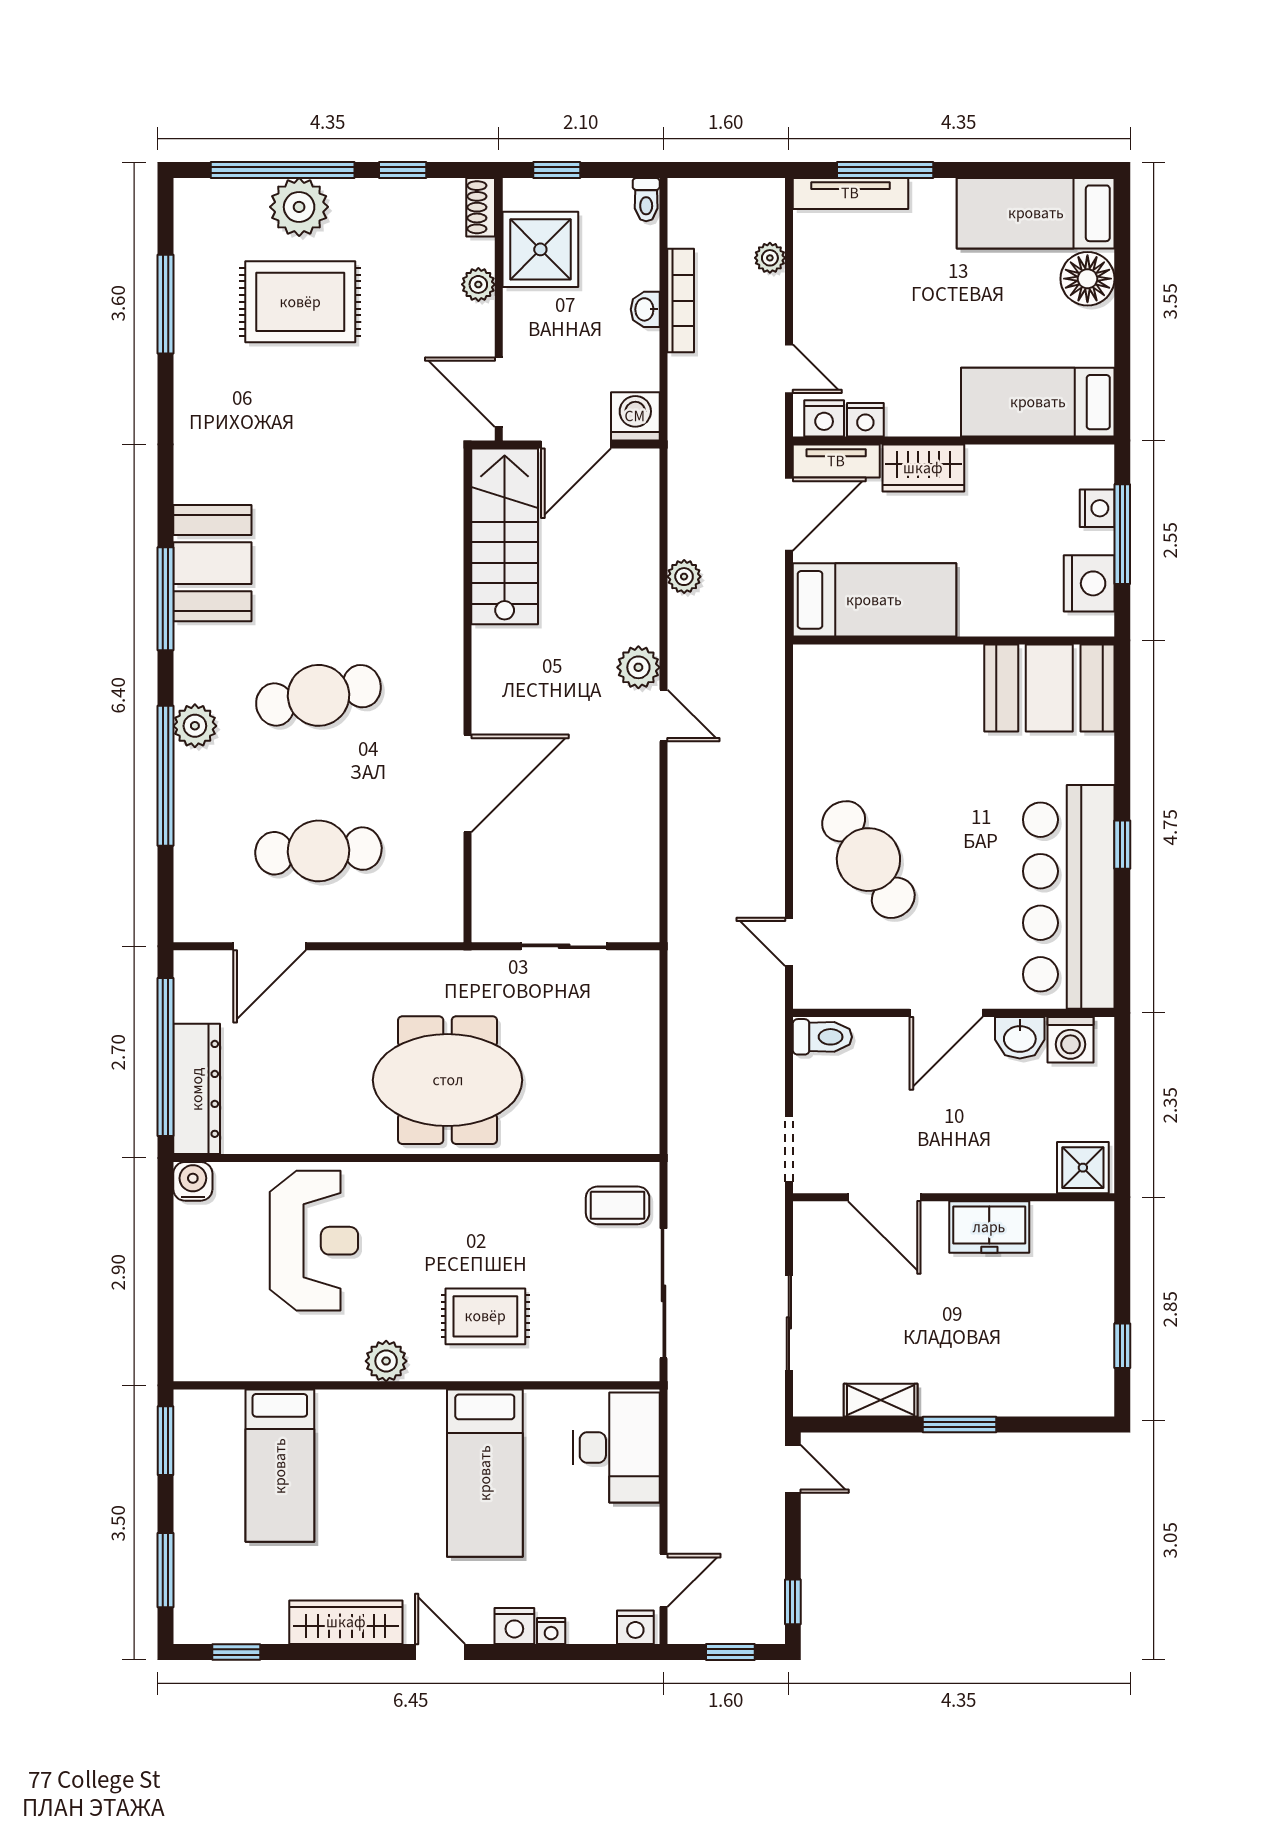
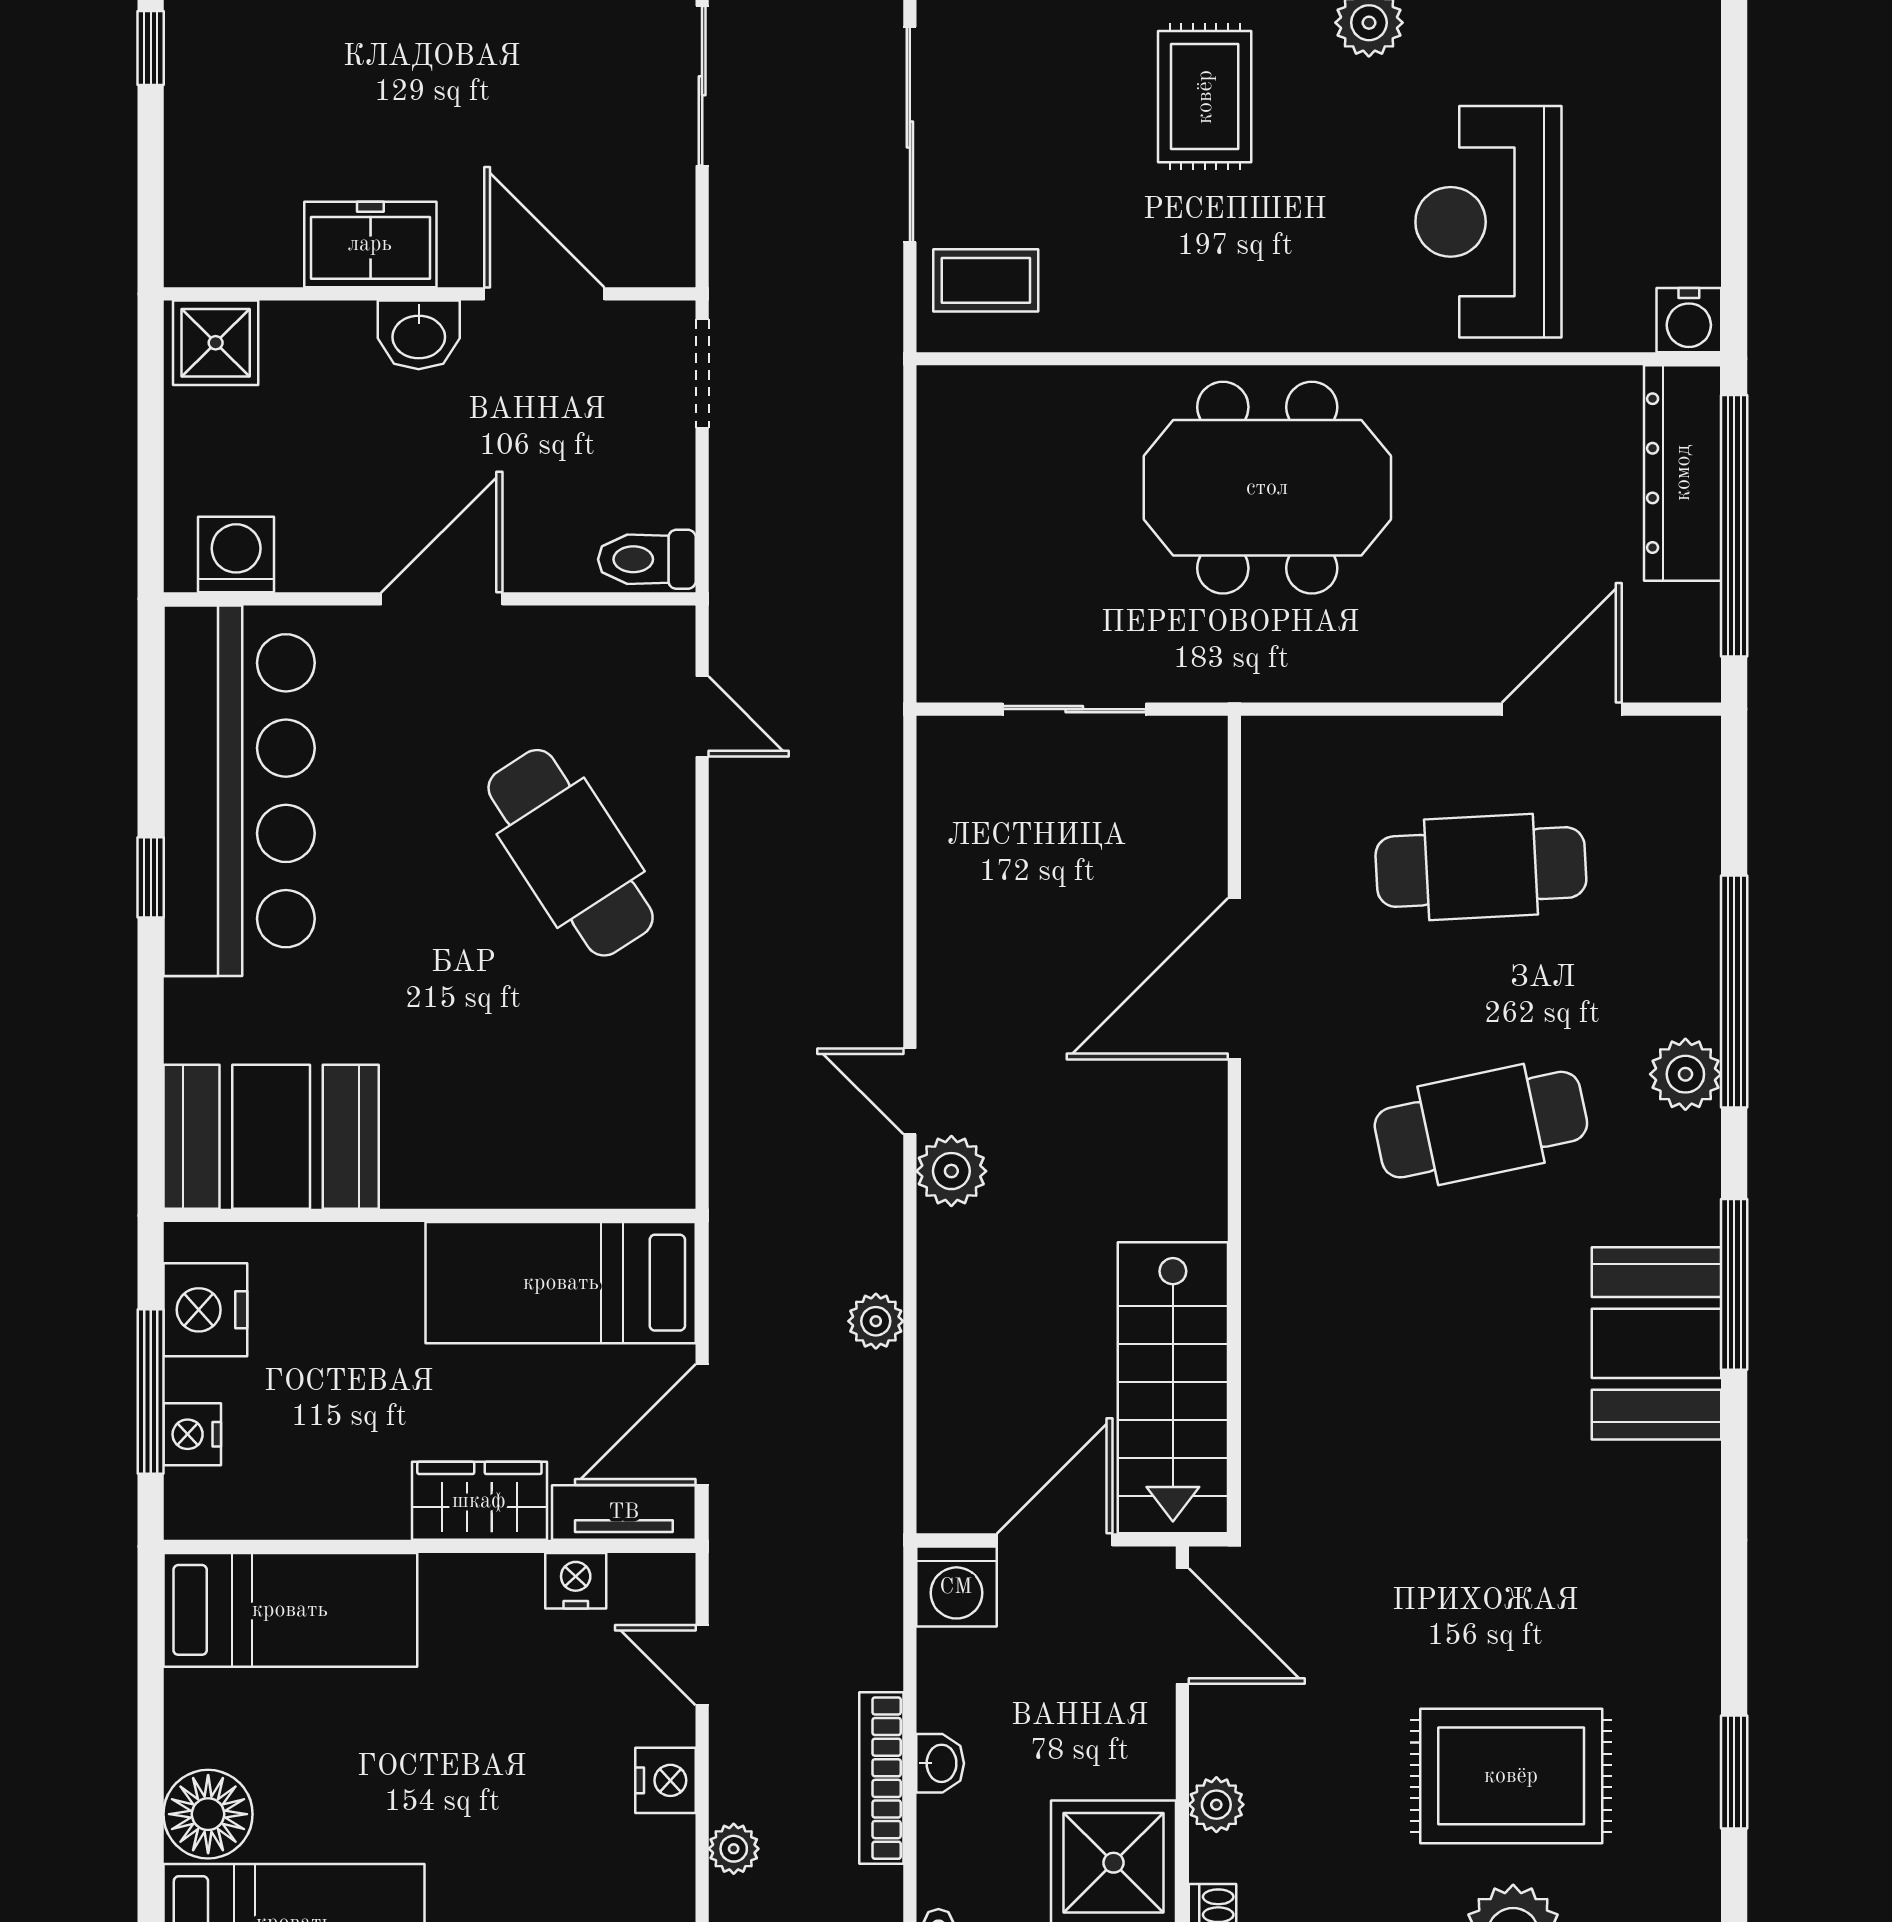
window: (166, 304) -> (1734, 1772), width x0.69
nightstand: (824, 418) -> (666, 1780), moved, turned 90
washbasin: (1020, 1038) -> (419, 335), moved, turned 180
rug: (485, 1316) -> (1205, 97), turned 90

